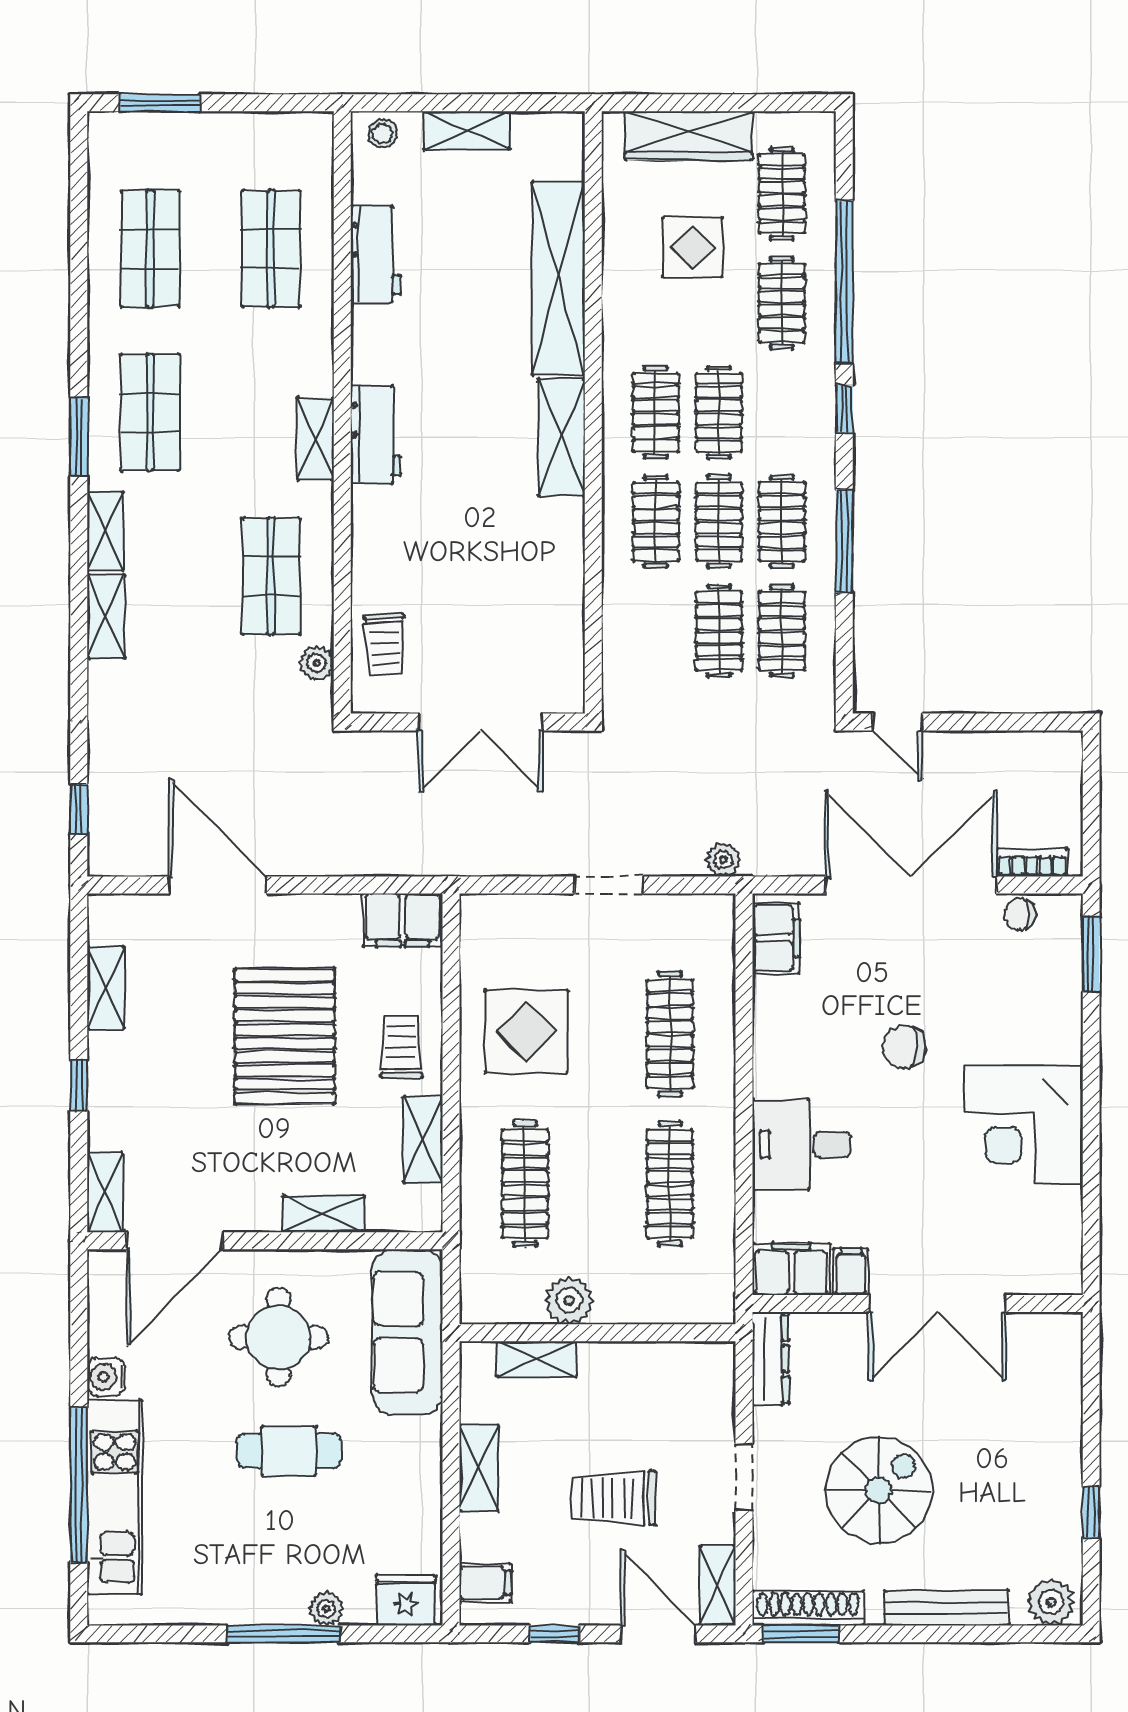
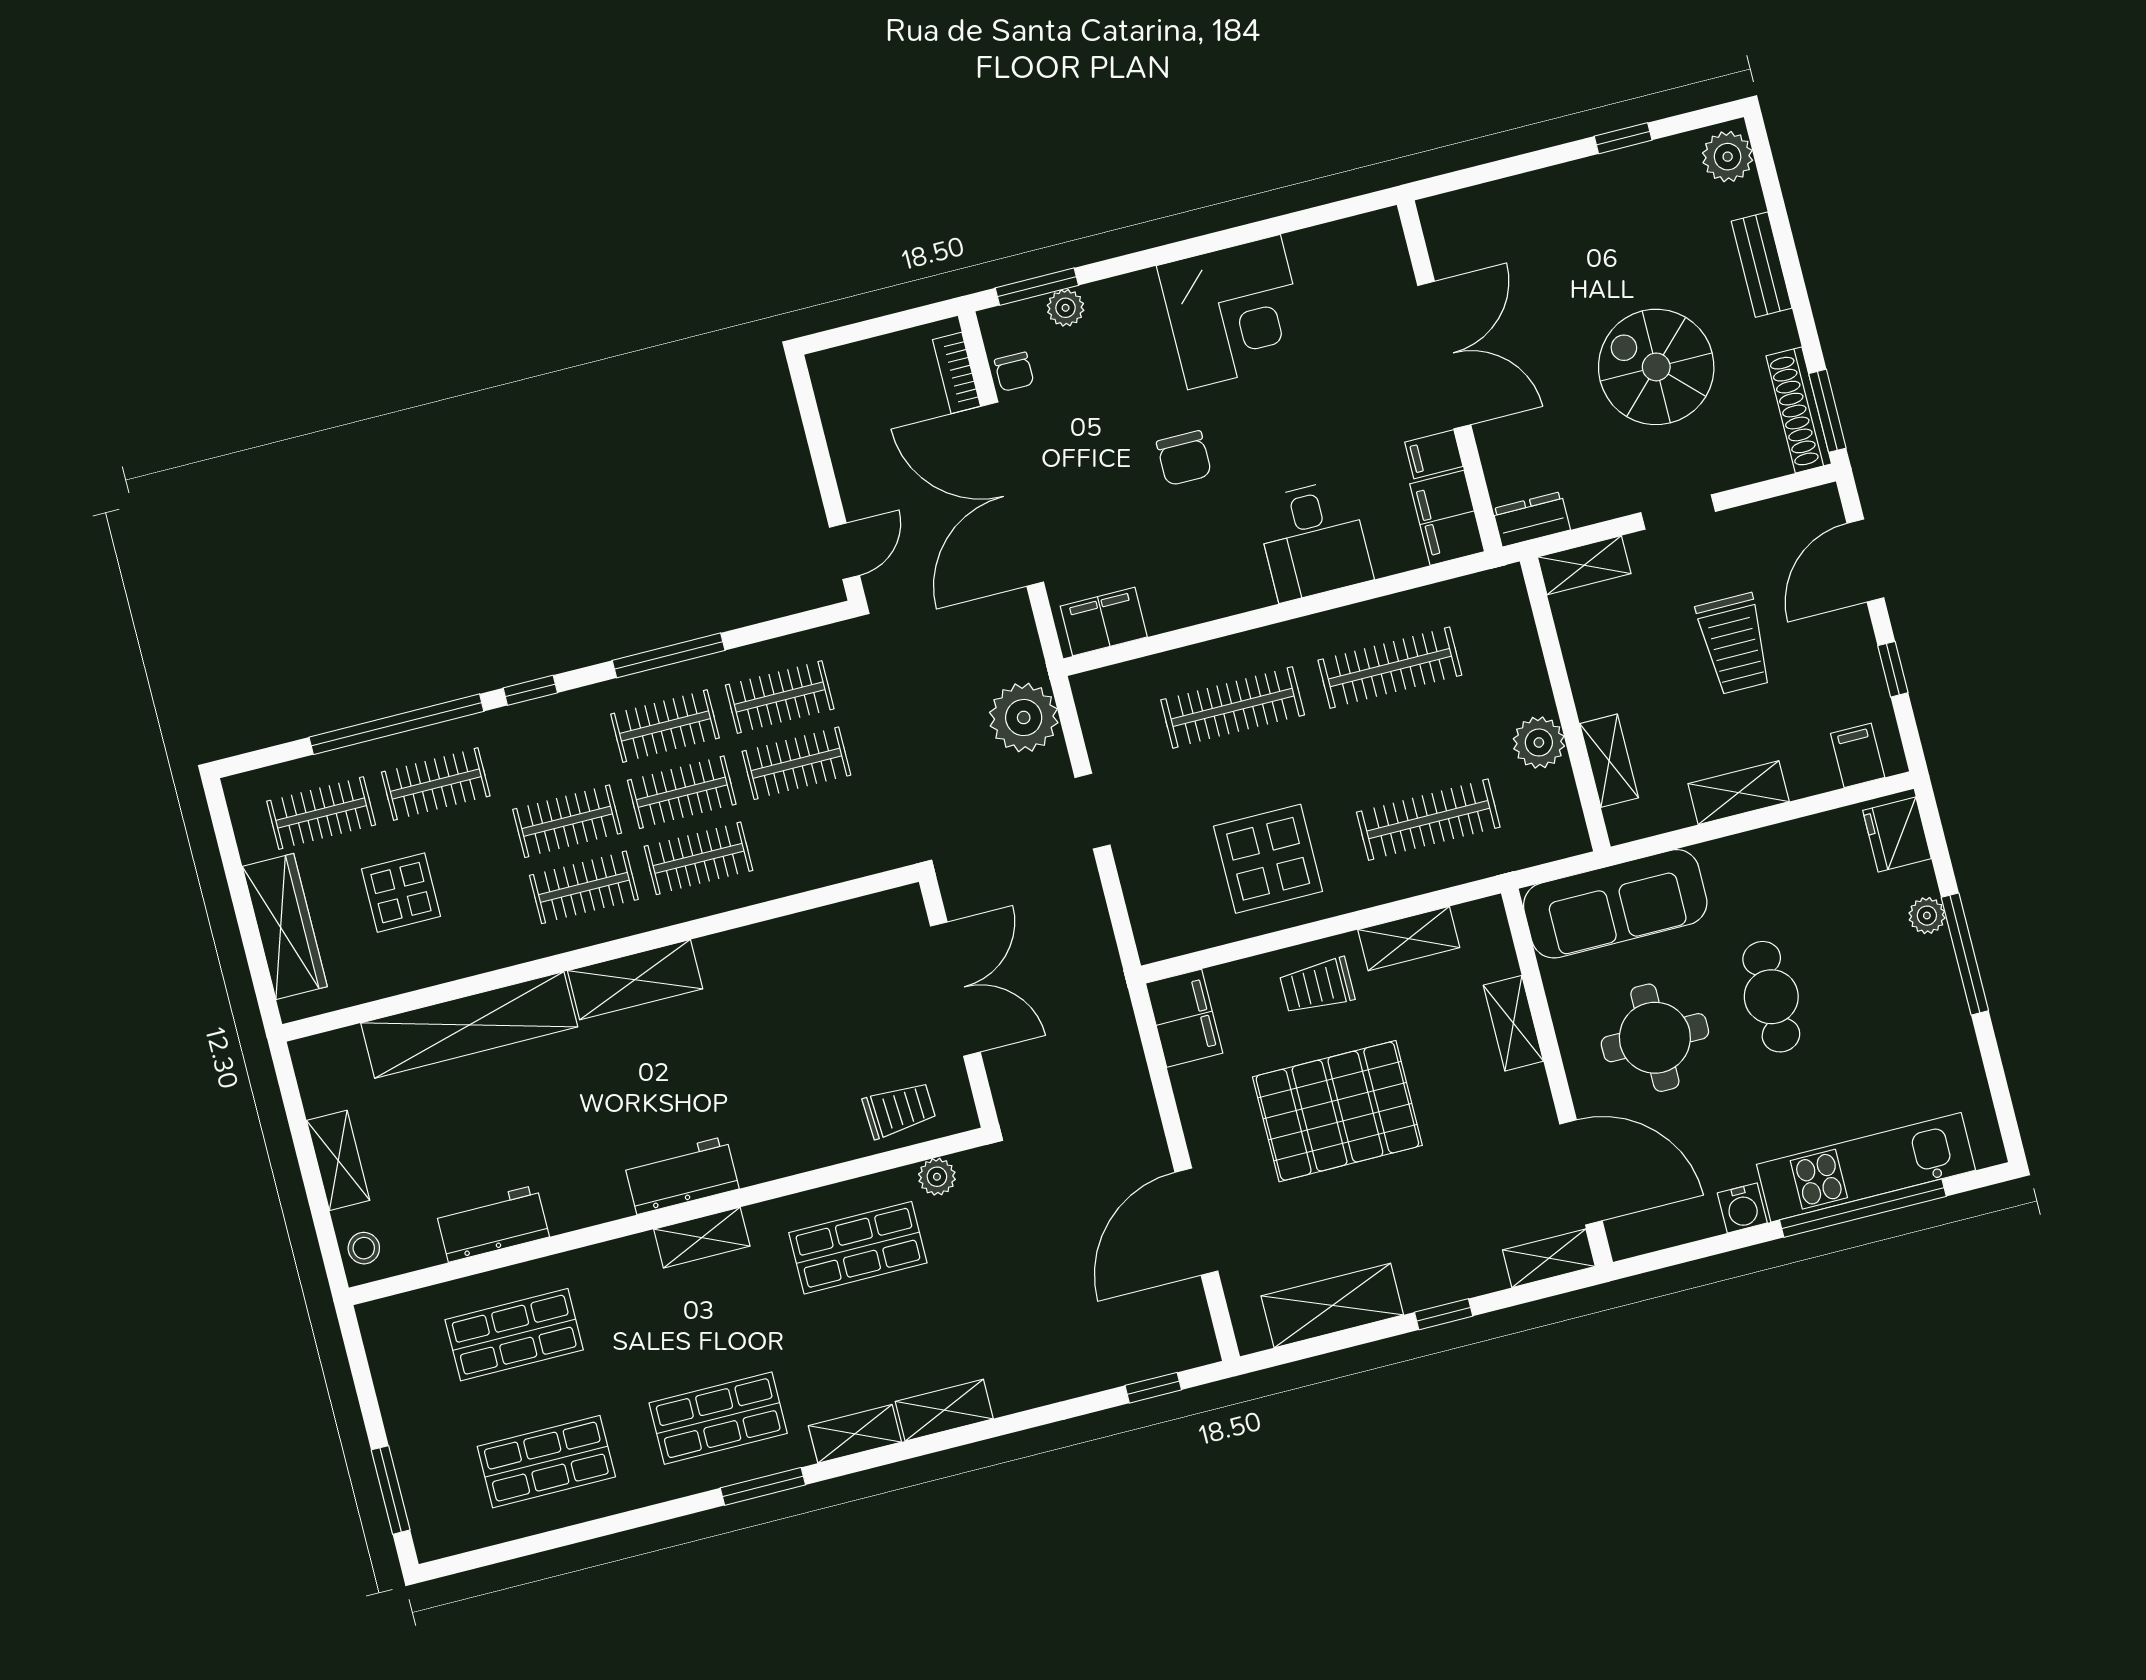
plant: (723, 860) -> (1024, 718), width x1.87, depth x1.87
plant: (1066, 975) -> (1066, 308), added
shelving: (106, 988) -> (1332, 1305), width x1.50, depth x1.33
dresser: (771, 1359) -> (1532, 519), width x0.70
shelving: (718, 1585) -> (1584, 565), moved
bench: (946, 1608) -> (1762, 265), width x0.73

